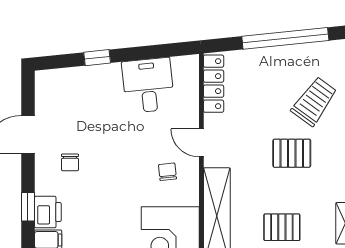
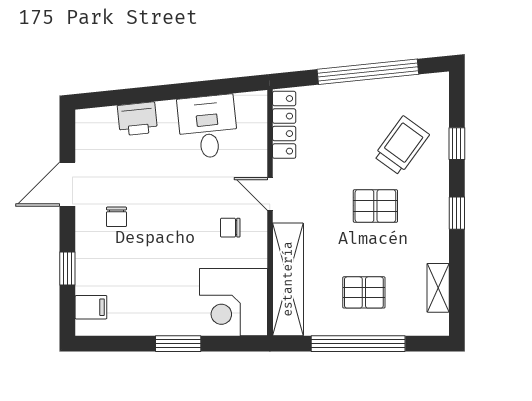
window: (97, 58) -> (148, 94), removed
chair: (167, 172) -> (230, 228), turned -84
printer: (48, 212) -> (137, 119), moved, turned 84

